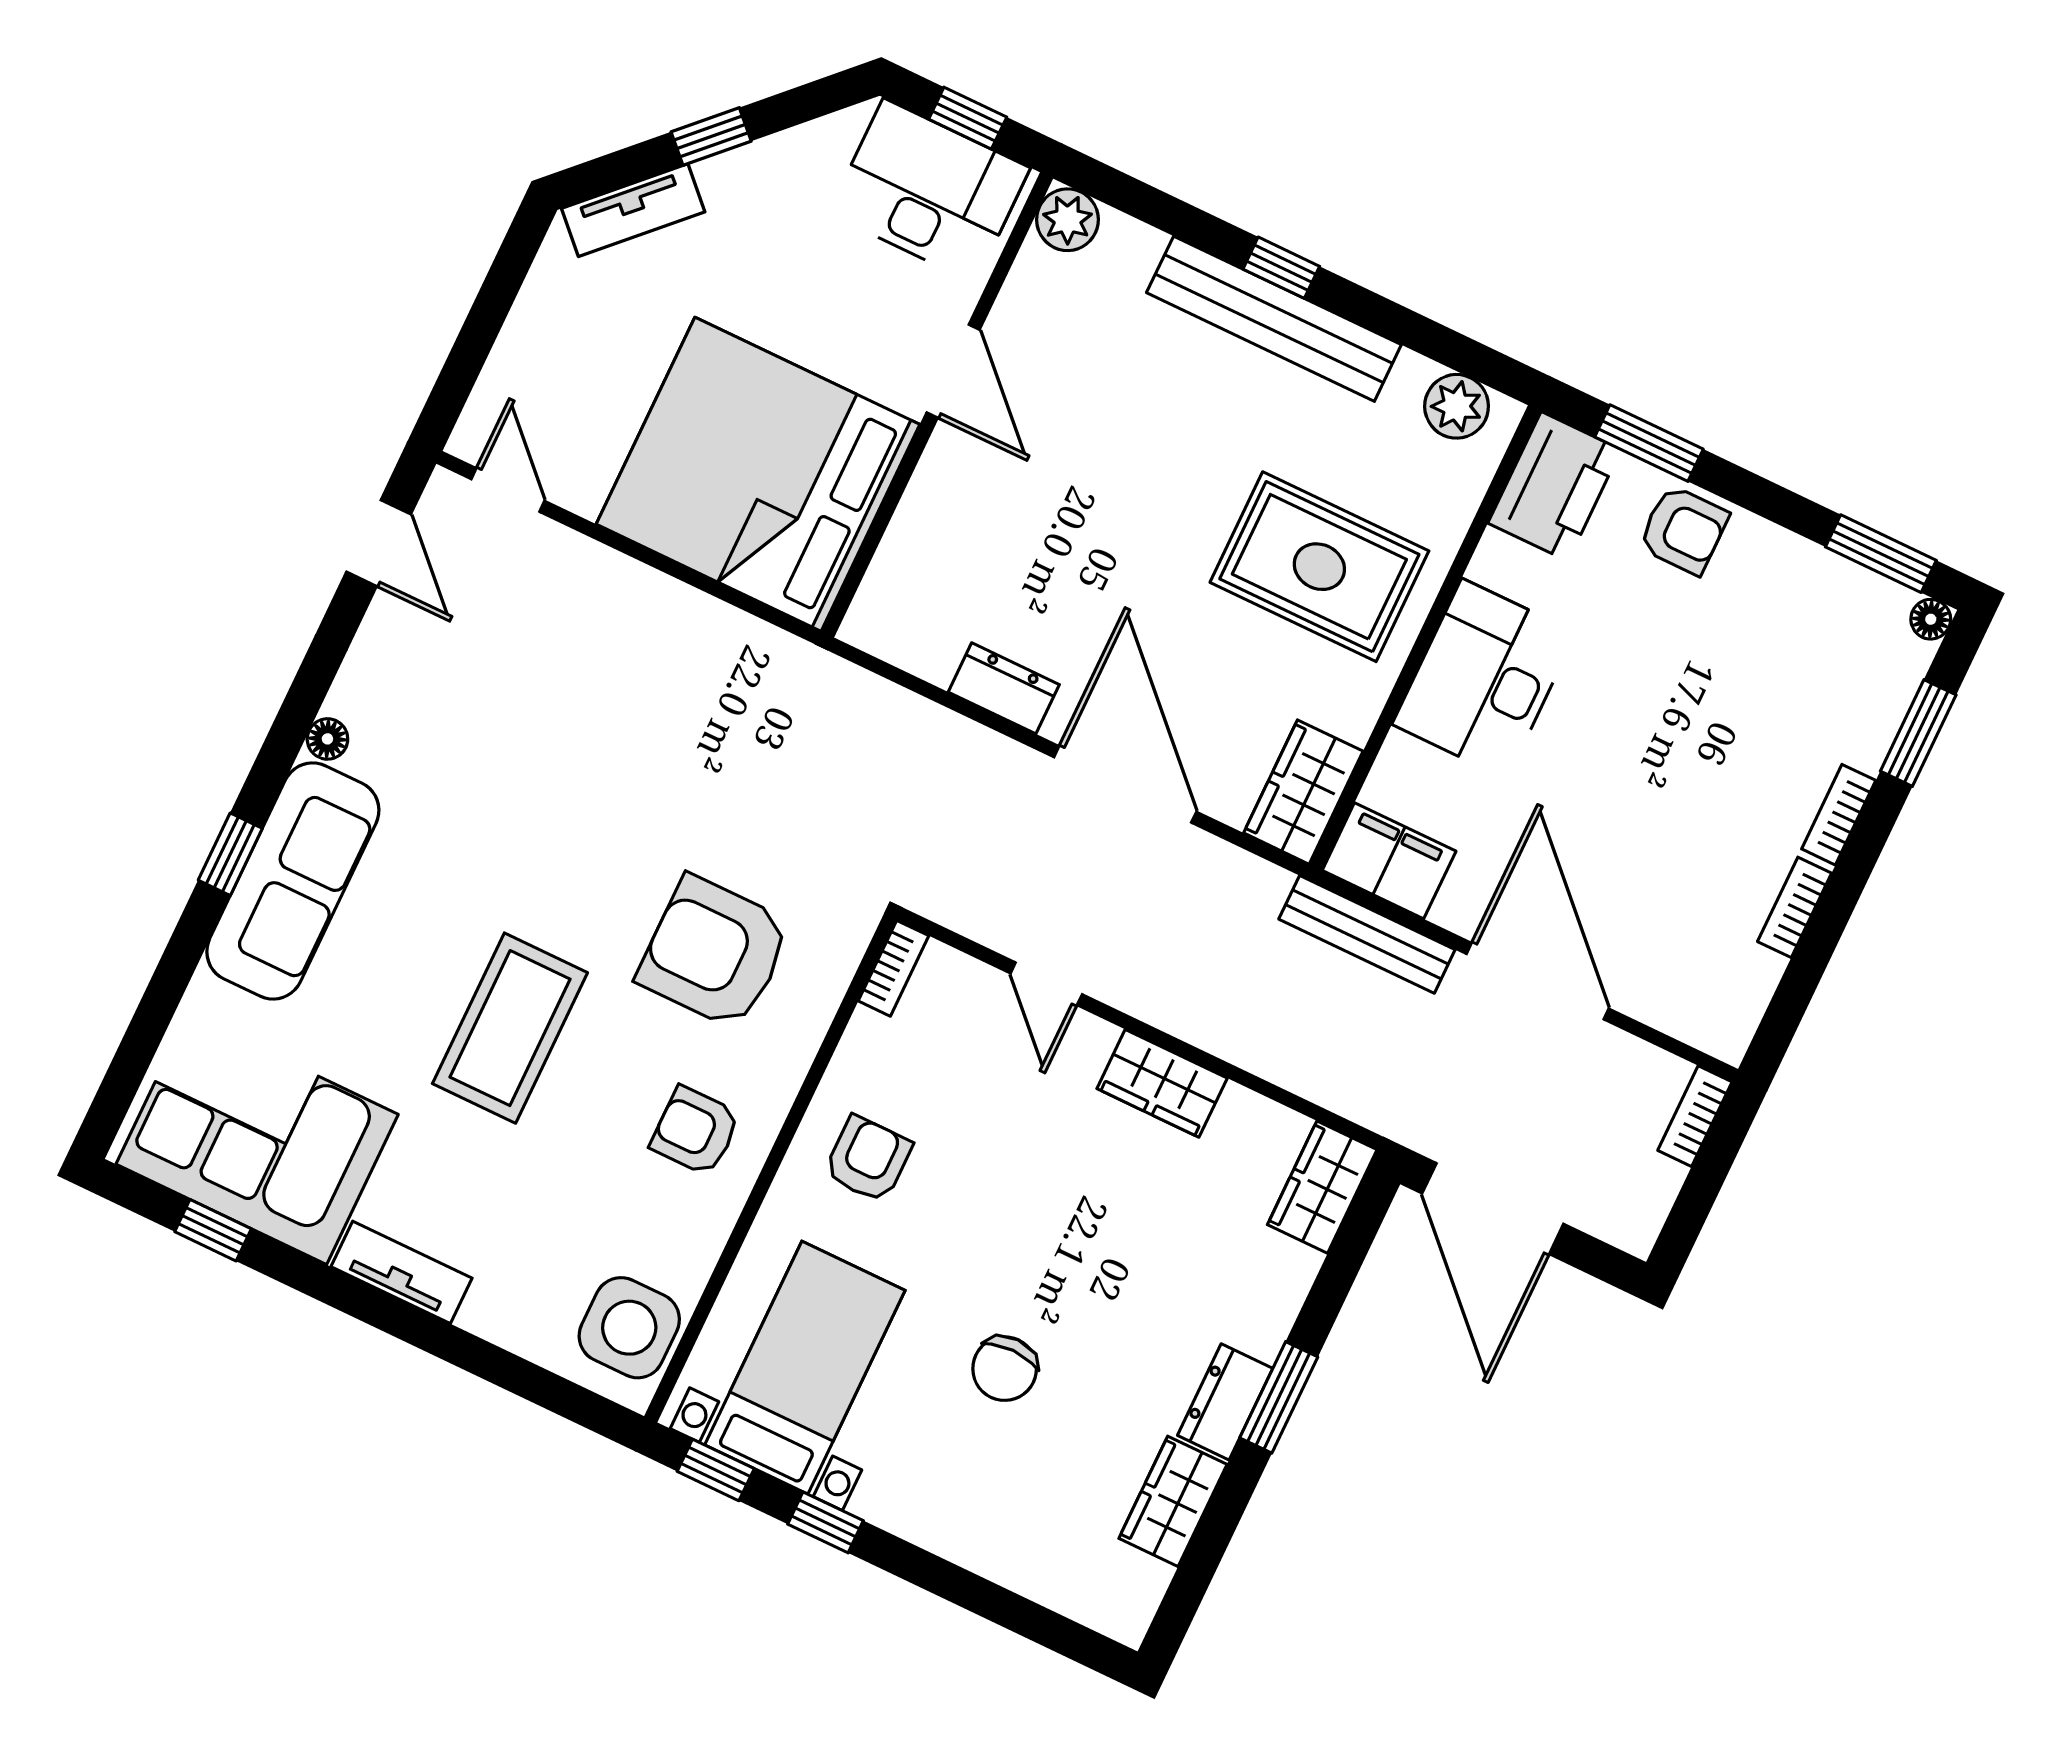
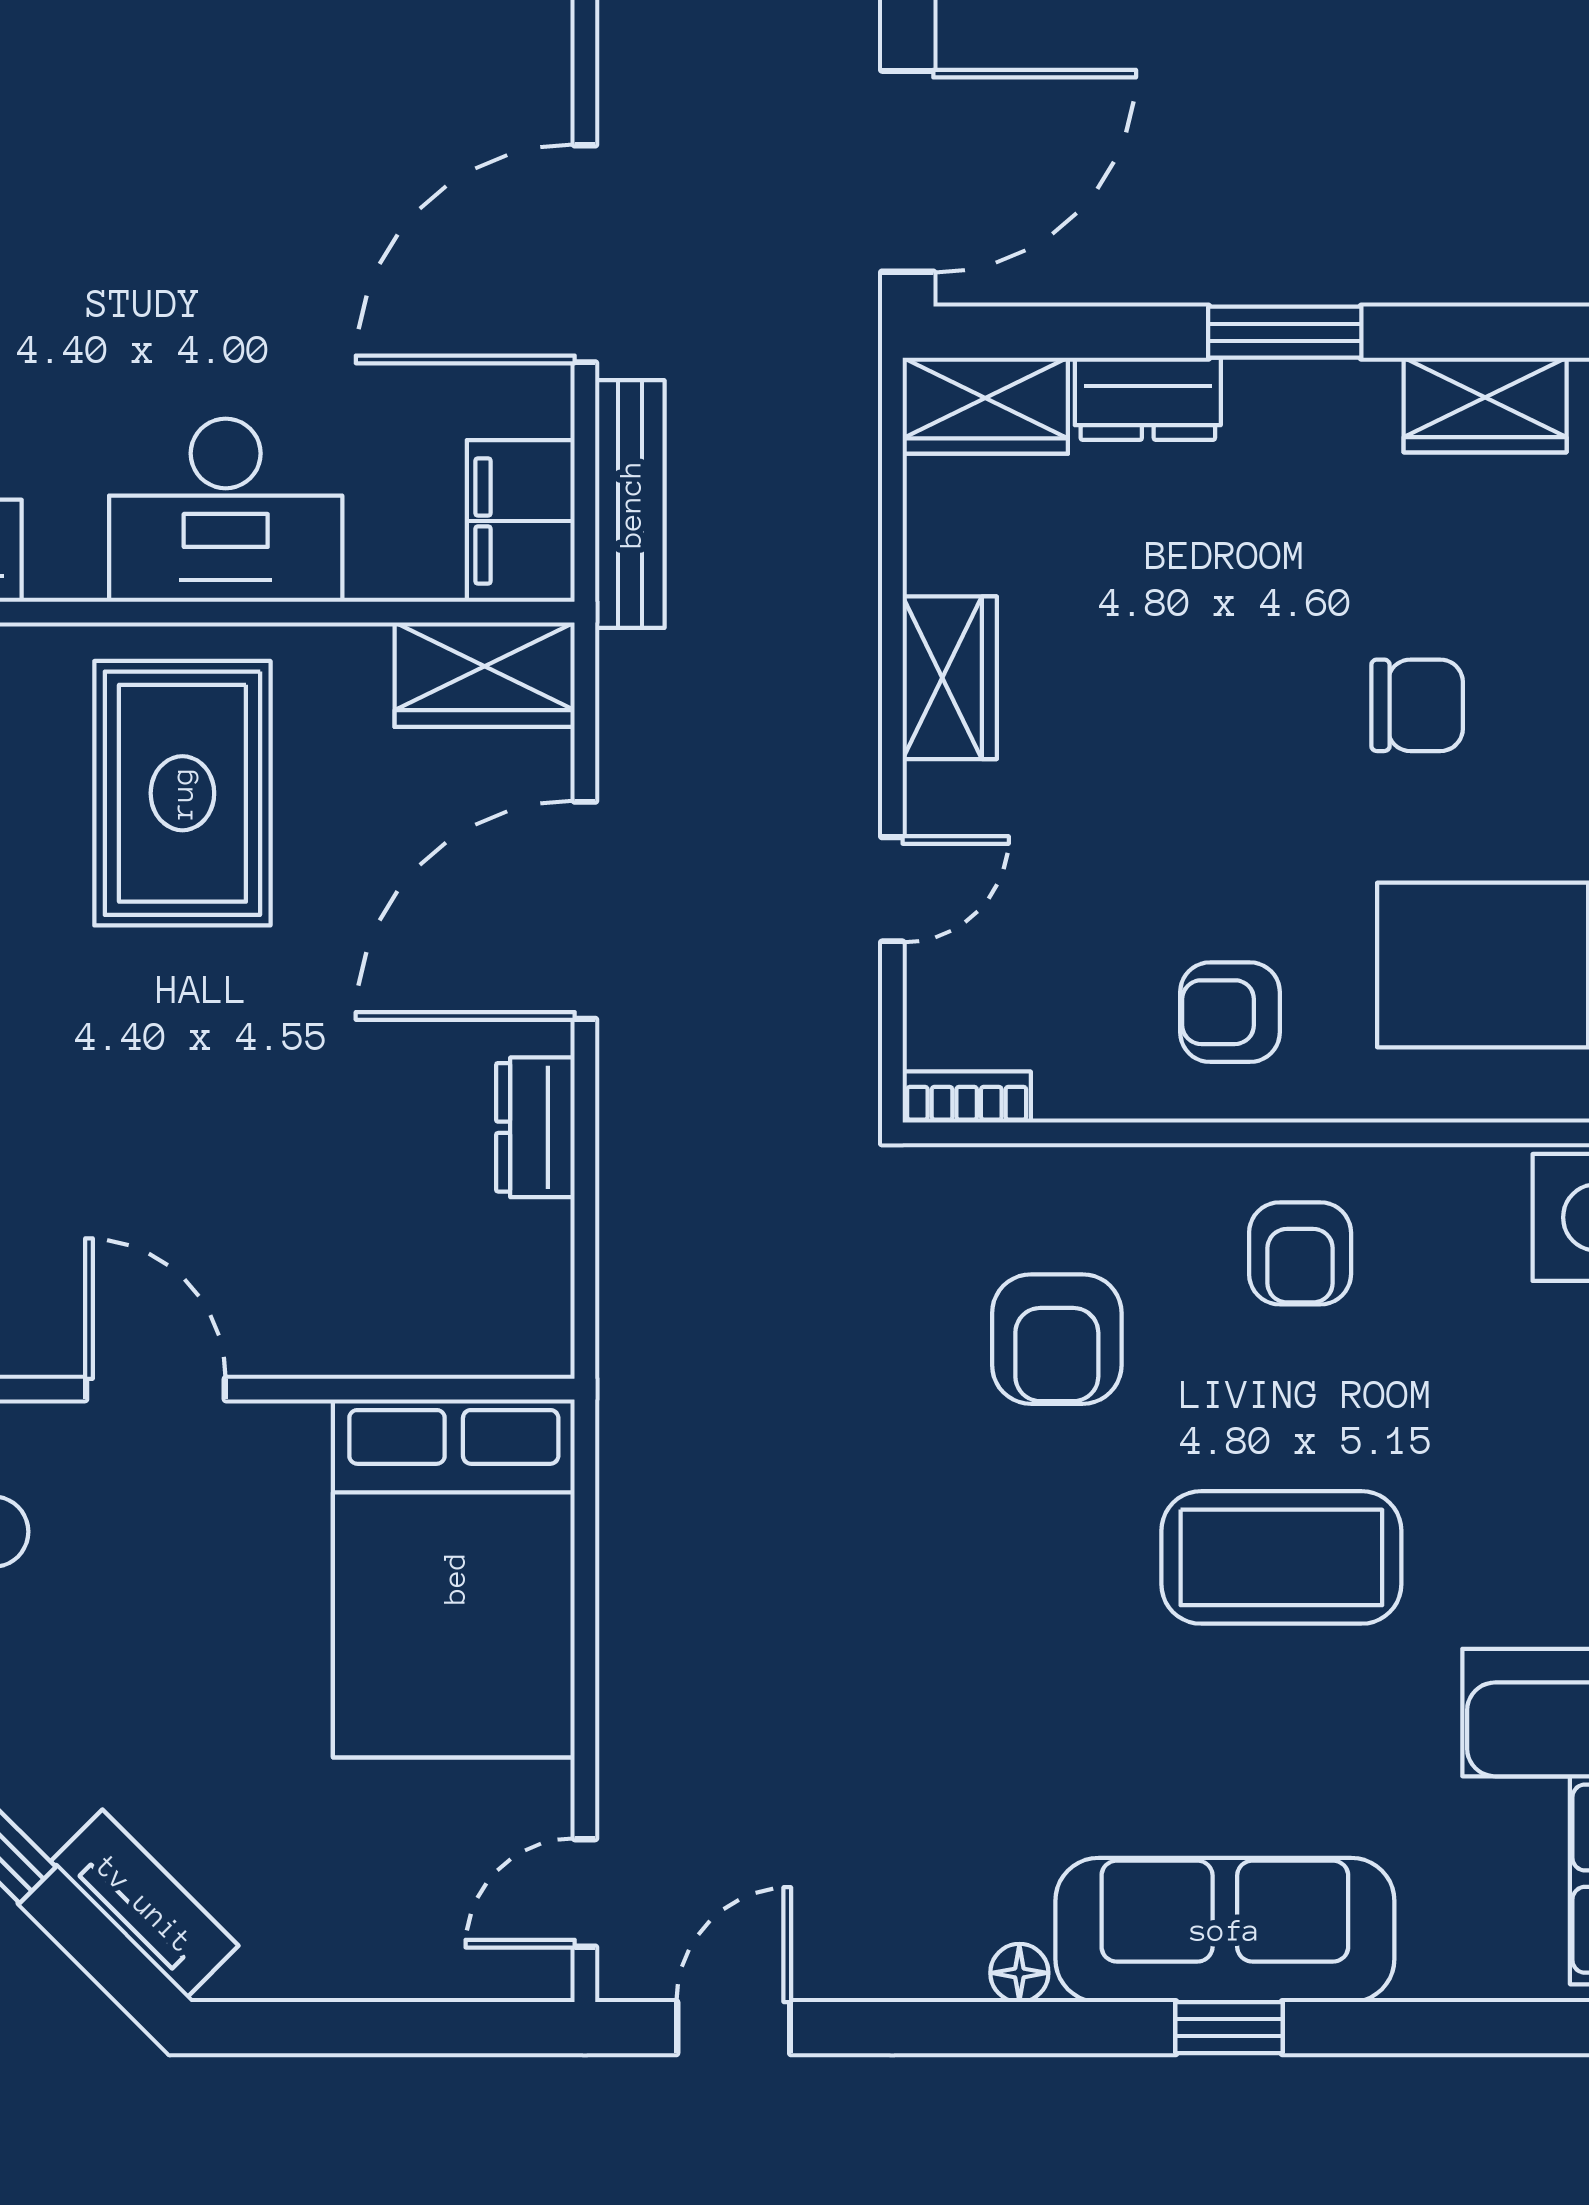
door: (953, 371) -> (155, 1389), hinge flipped
bed: (758, 474) -> (454, 1578), width x0.73
armchair: (714, 952) -> (1057, 1339), width x0.73, depth x0.73
dresser: (1225, 1402) -> (1148, 399), moved

